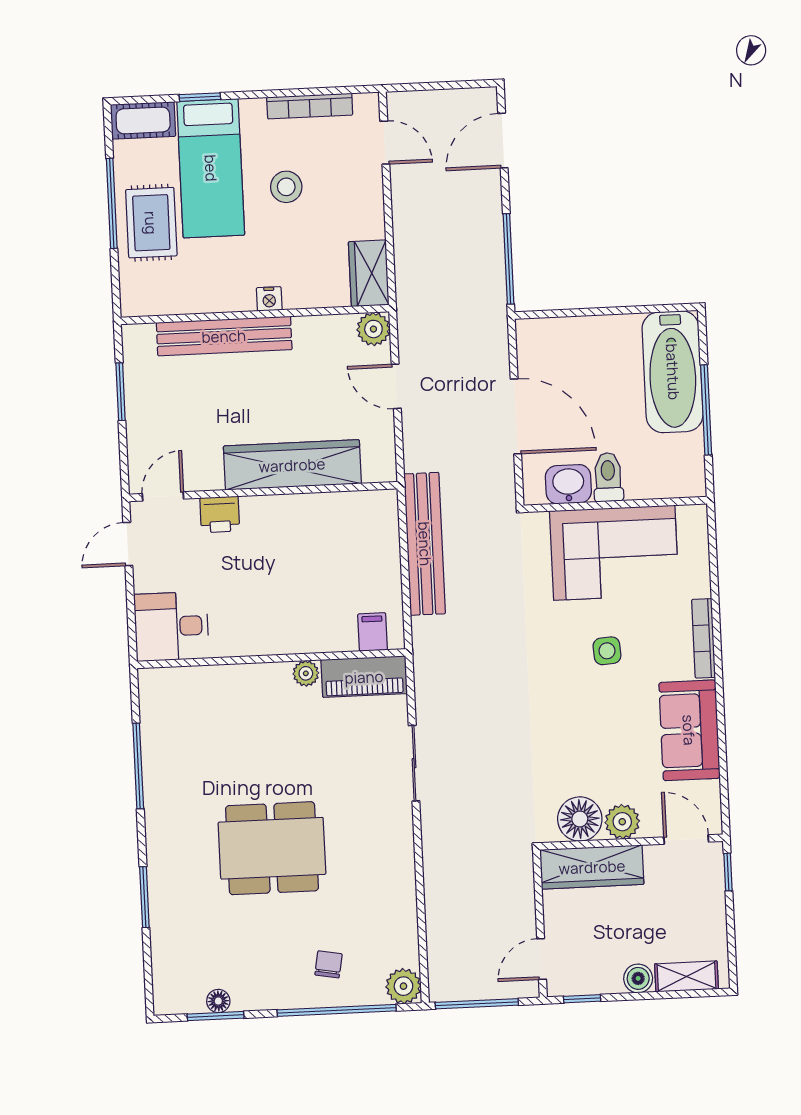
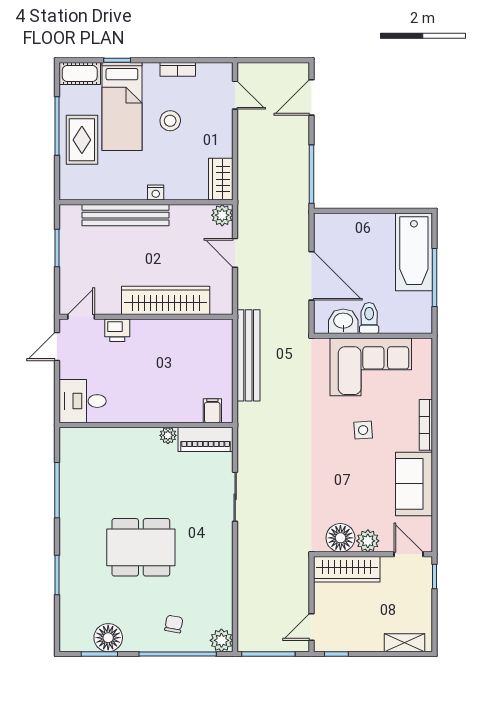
bookcase: (310, 106) -> (178, 69), width x0.64
boiler: (638, 978) -> (373, 643), removed
floor lamp: (218, 1001) -> (108, 638), width x1.89, depth x1.89

